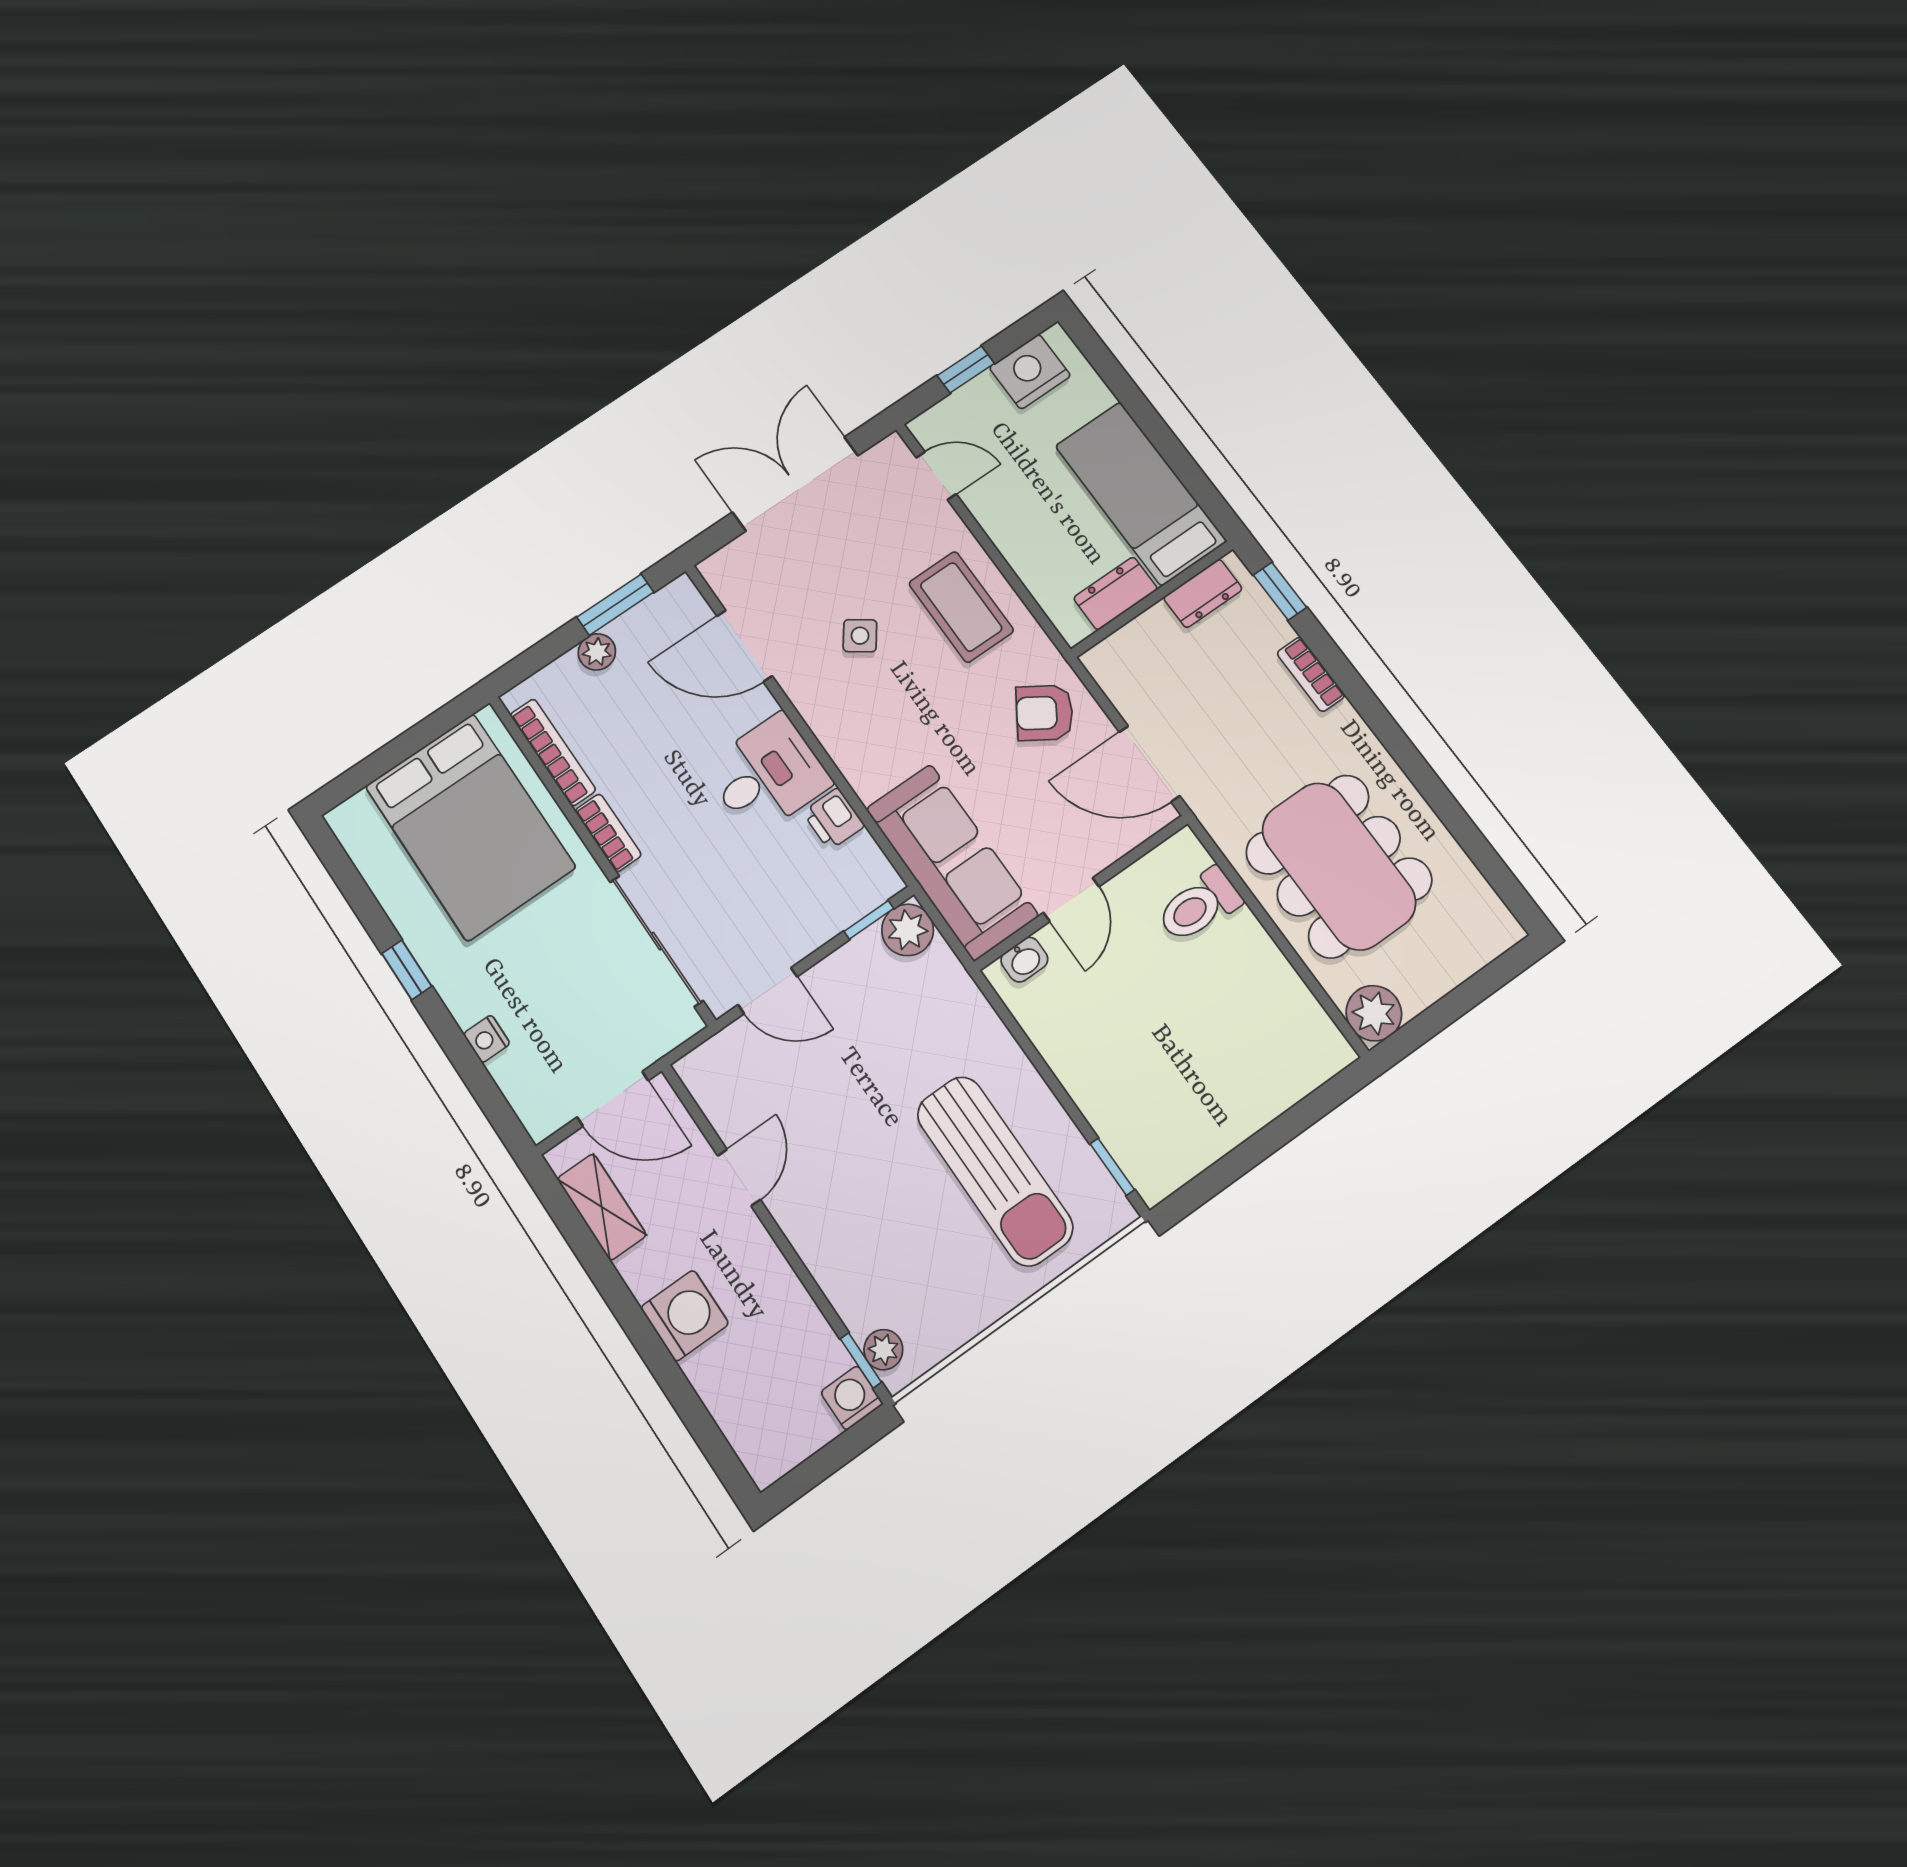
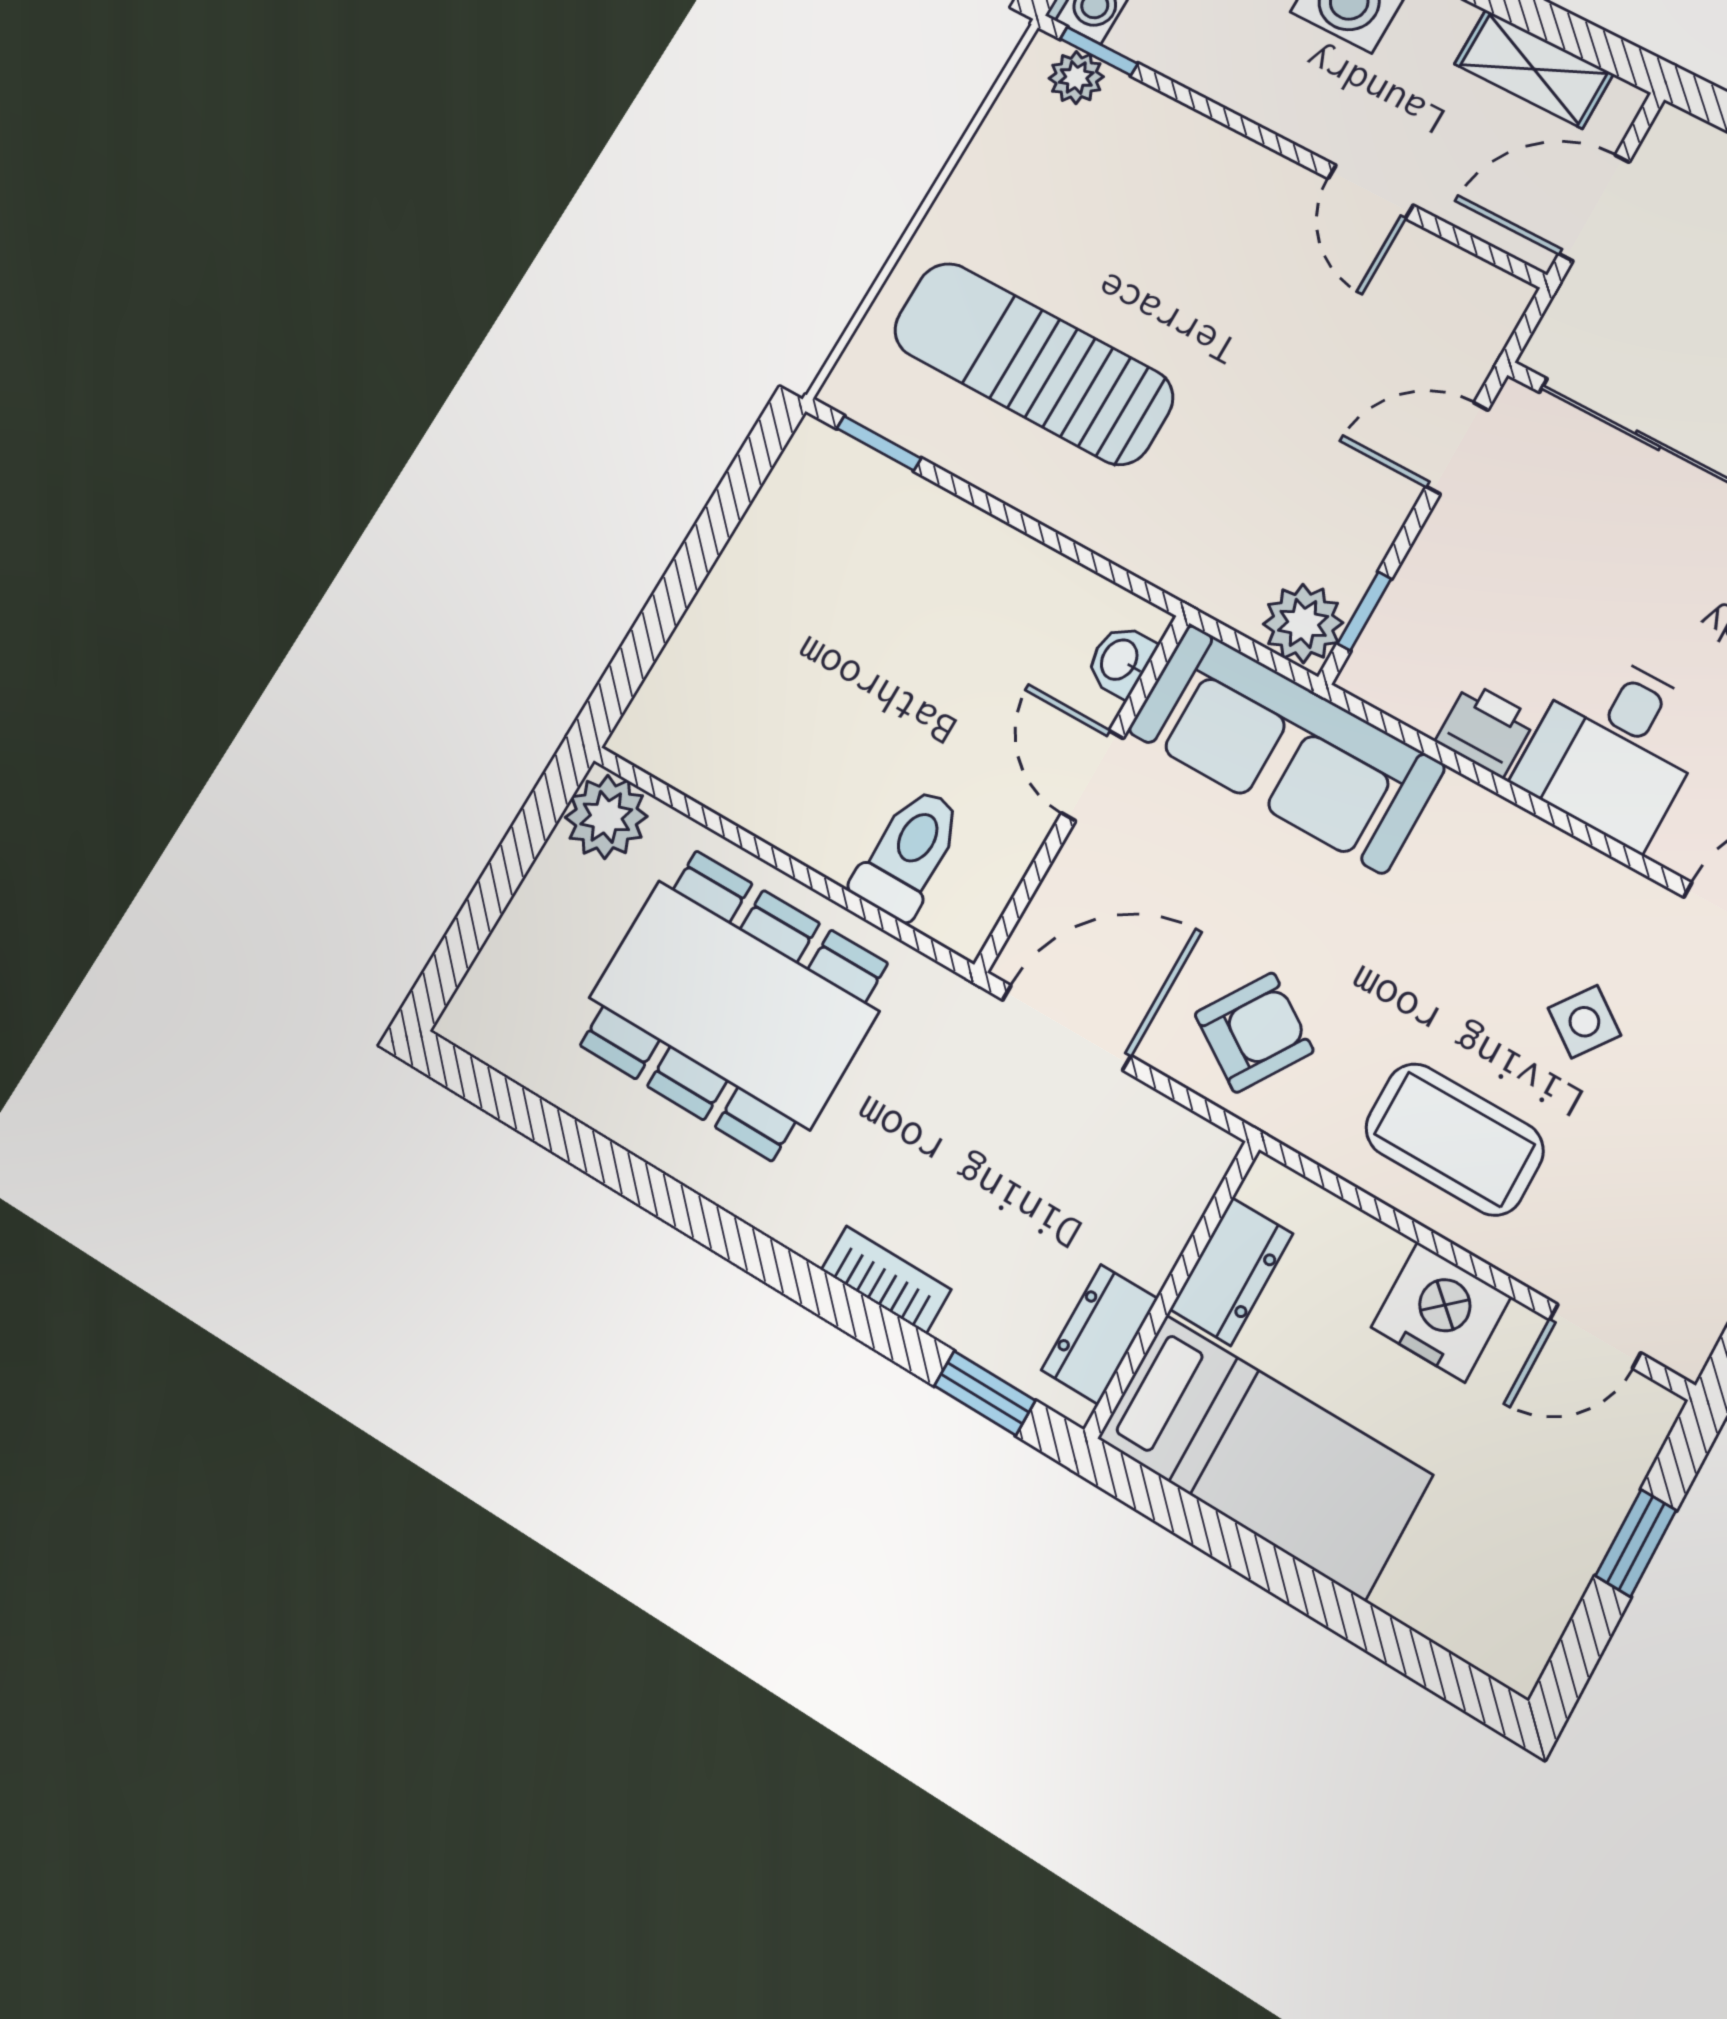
nightstand: (1030, 372) -> (1441, 1312), moved, turned -90

